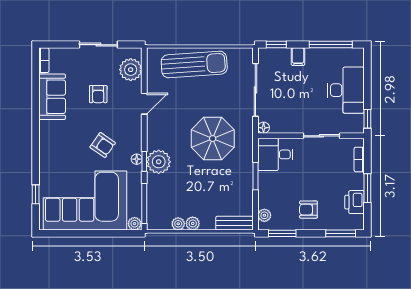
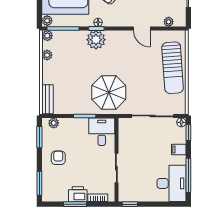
plant: (131, 70) -> (169, 22), width x0.53, depth x0.53
desk: (346, 90) -> (172, 183), moved, turned -90
floor lamp: (264, 128) -> (181, 122), moved
parasol: (213, 139) -> (109, 92), moved
printer: (355, 202) -> (78, 194), moved
plant: (193, 223) -> (47, 36), moved

